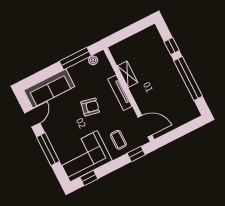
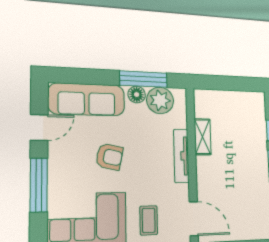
plant: (93, 60) -> (160, 100), width x1.87, depth x1.87
floor lamp: (76, 70) -> (137, 95), added
armchair: (90, 107) -> (109, 157), moved

